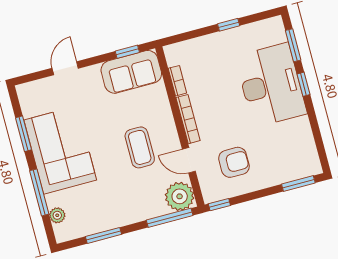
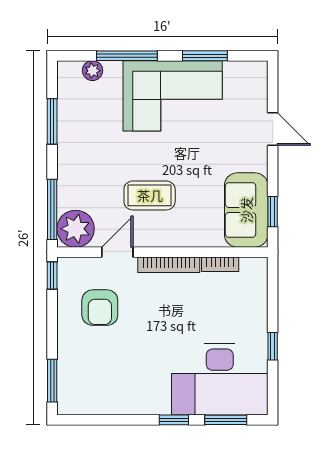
desk: (271, 85) -> (220, 379), moved

